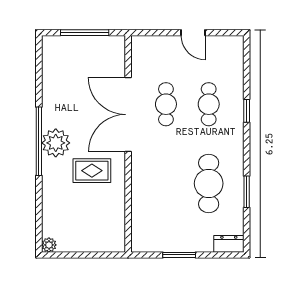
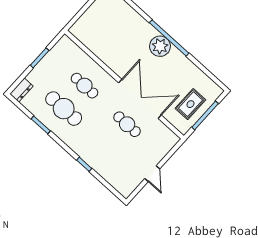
door: (193, 33) -> (152, 174), swing flipped
cafe table: (209, 104) -> (84, 86), moved
rug: (92, 171) -> (190, 104), moved

